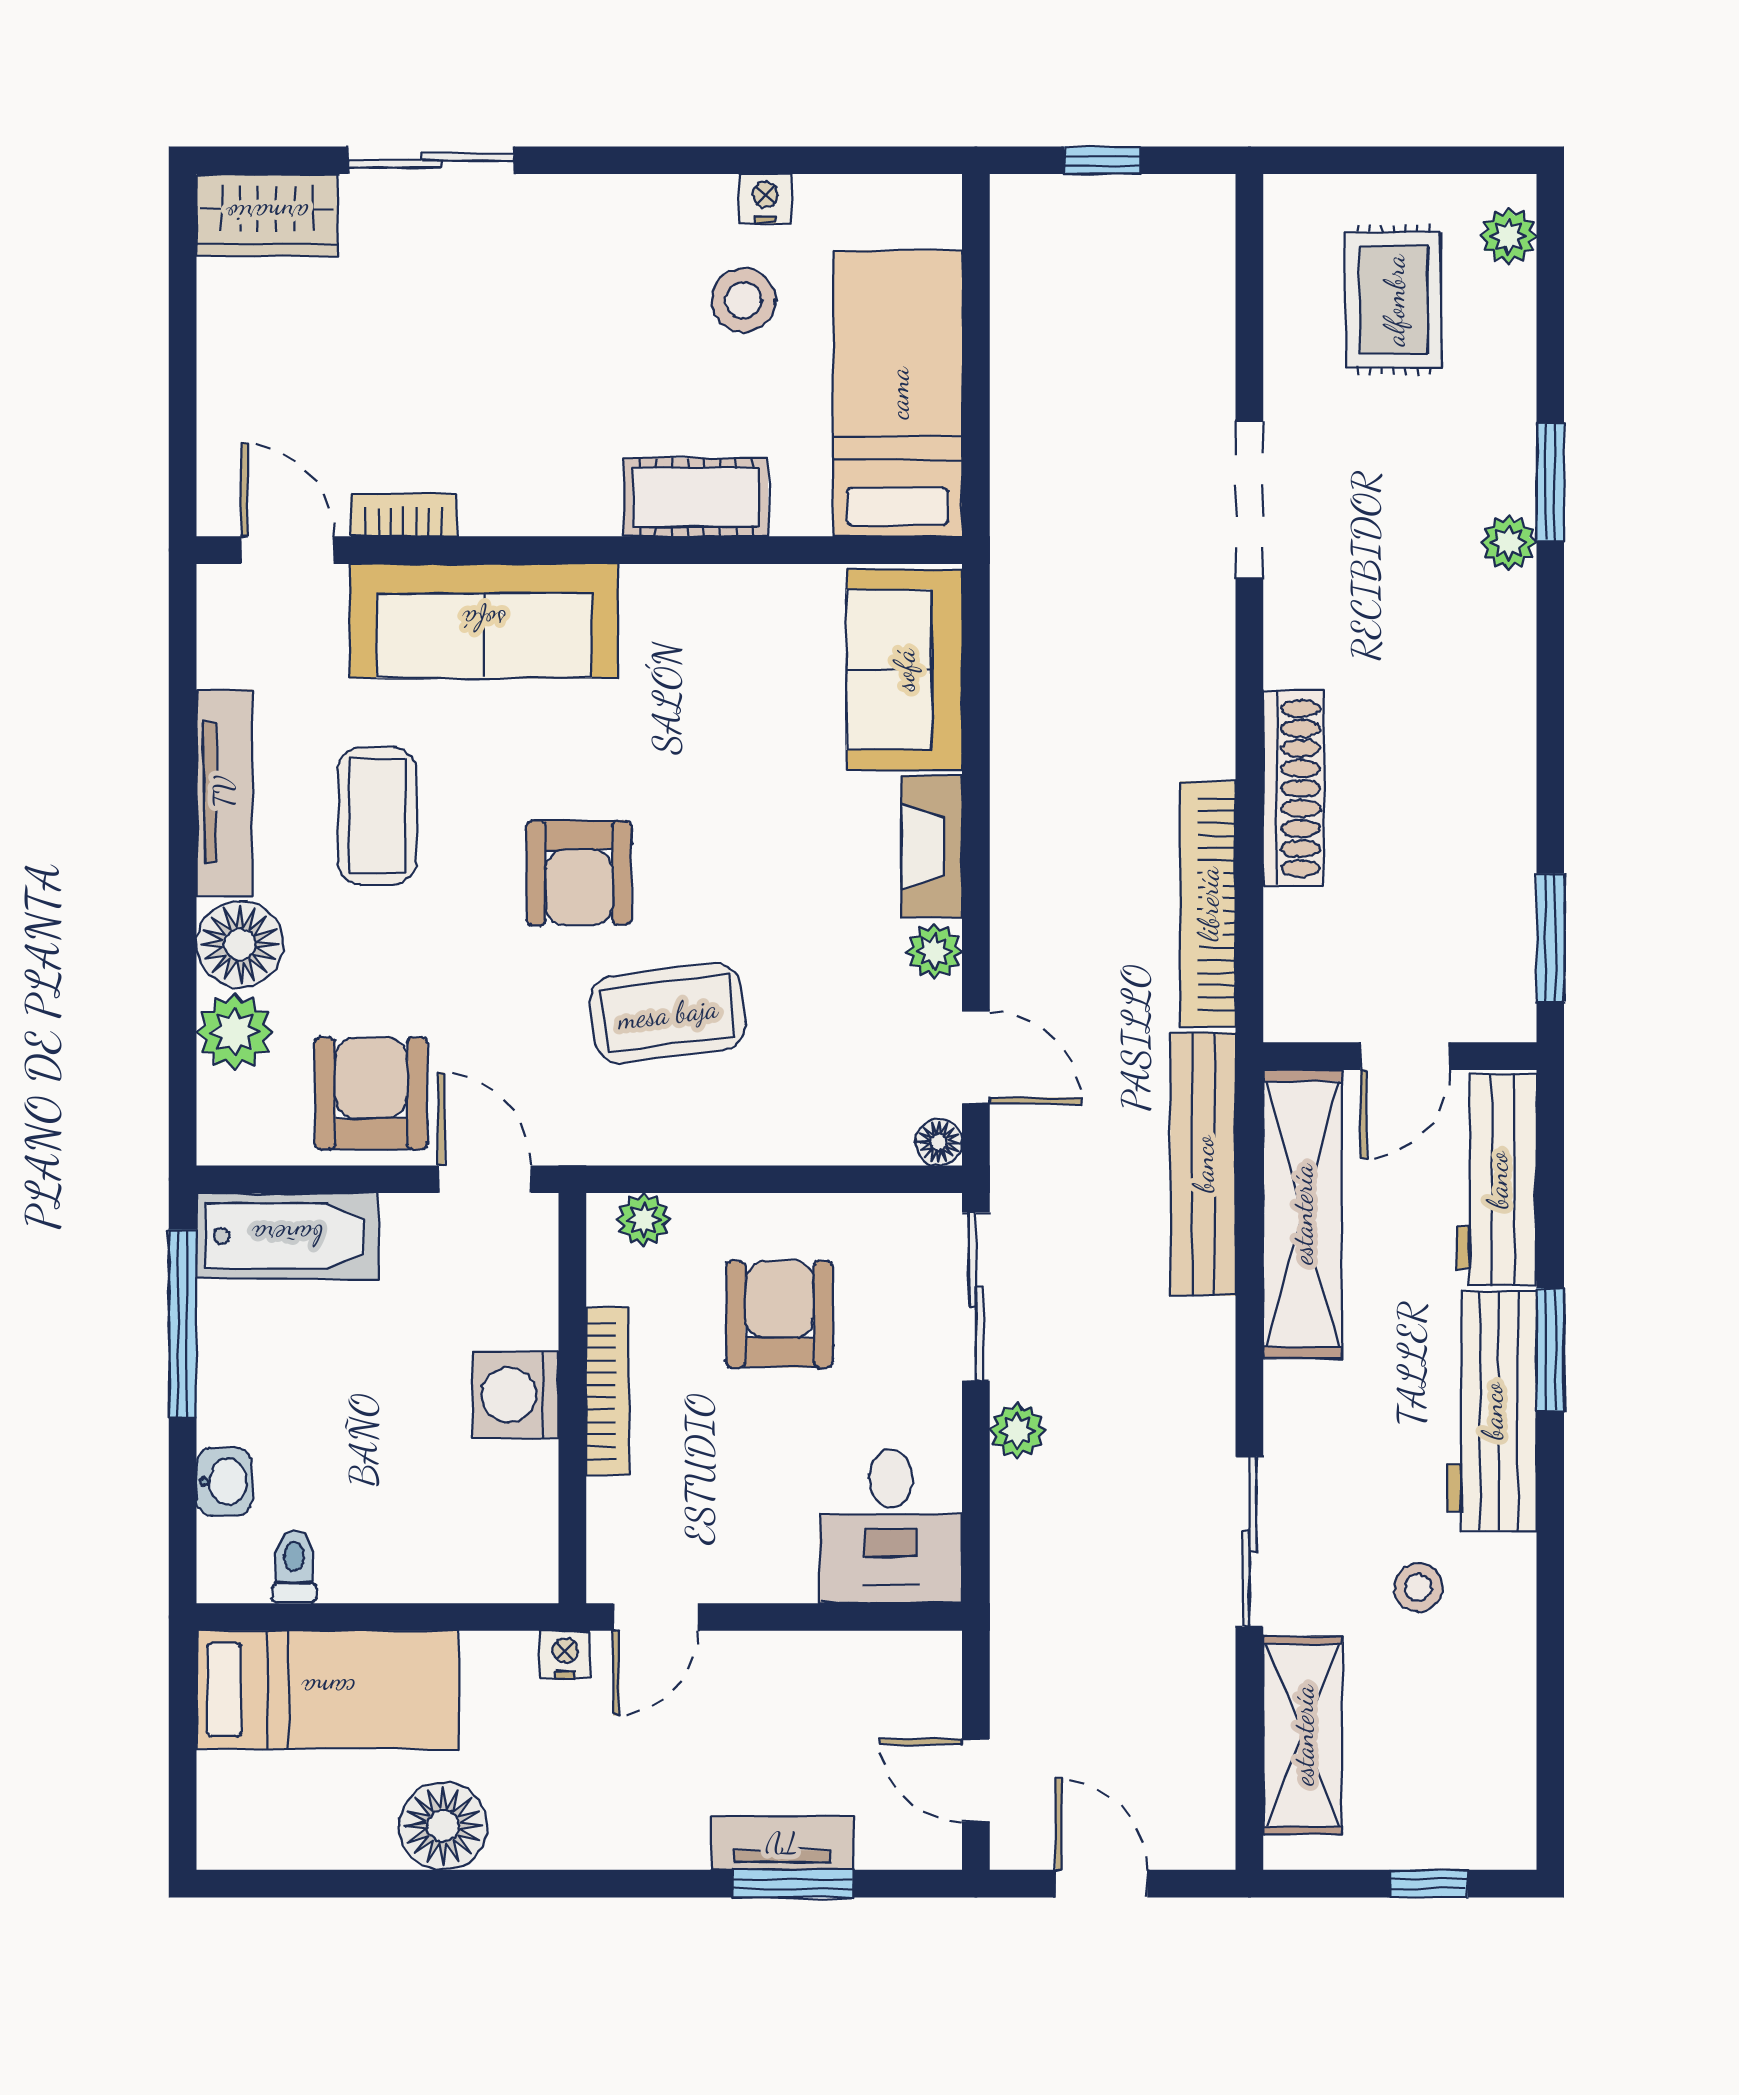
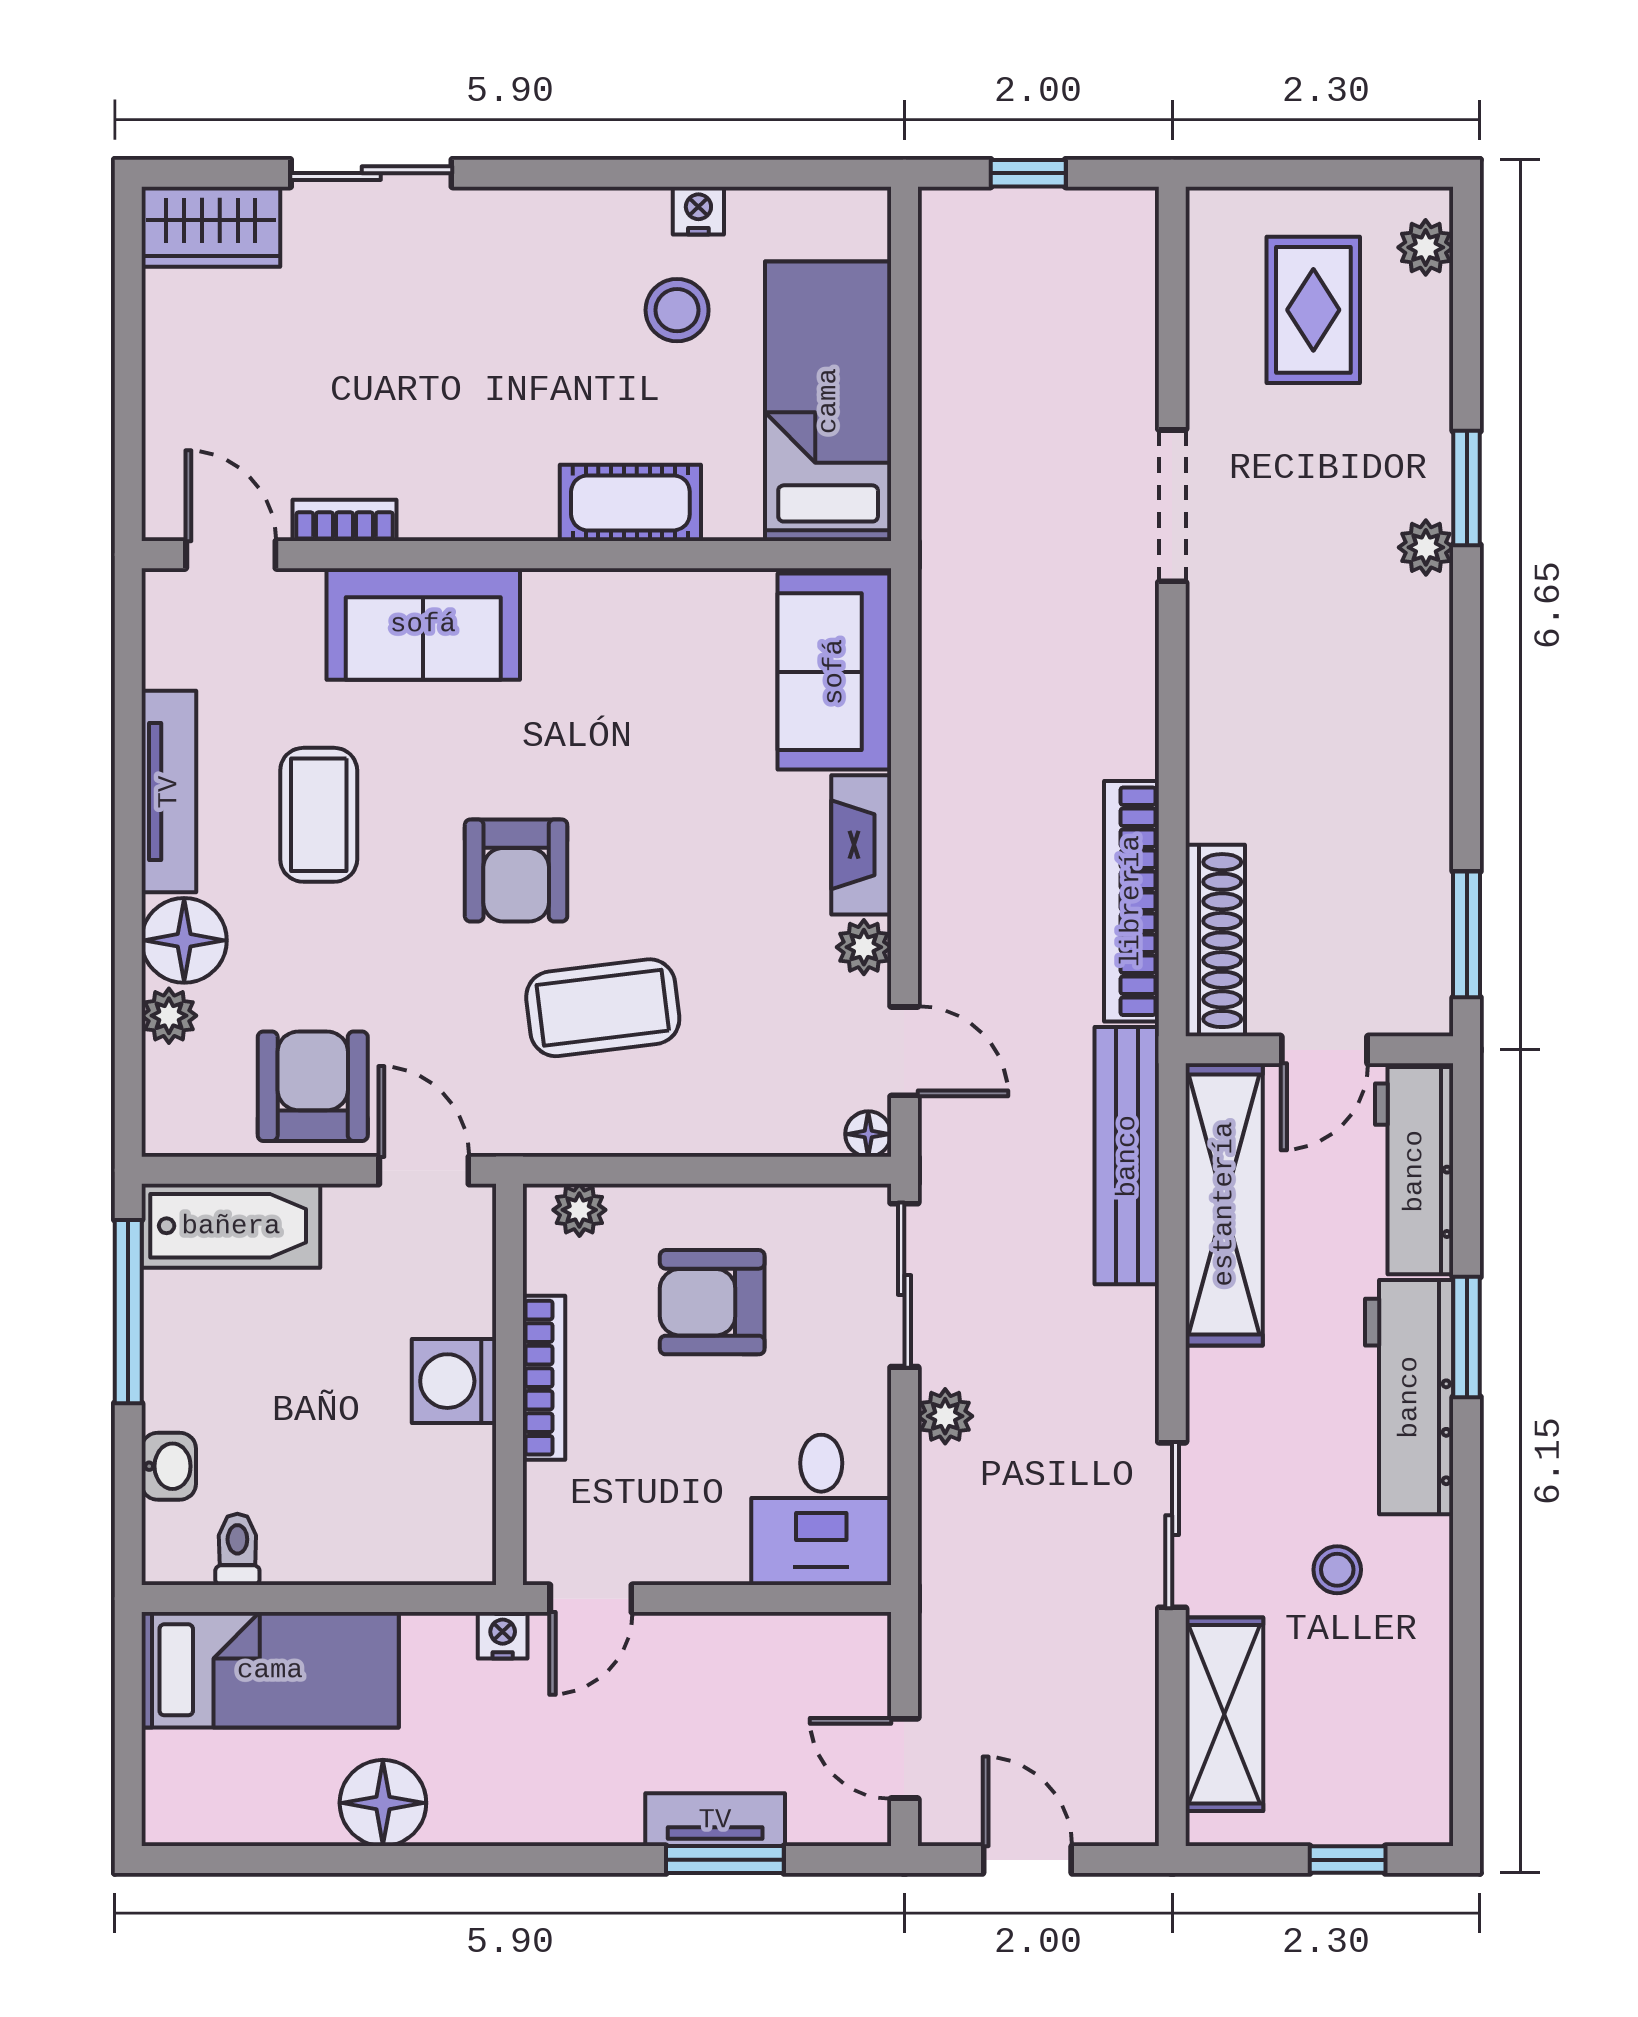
sofa: (484, 621) -> (423, 624), width x0.73
shoe rack: (1293, 788) -> (1215, 941), moved
plant: (235, 1032) -> (169, 1016), width x0.73, depth x0.73
armchair: (779, 1314) -> (712, 1302), turned -90

